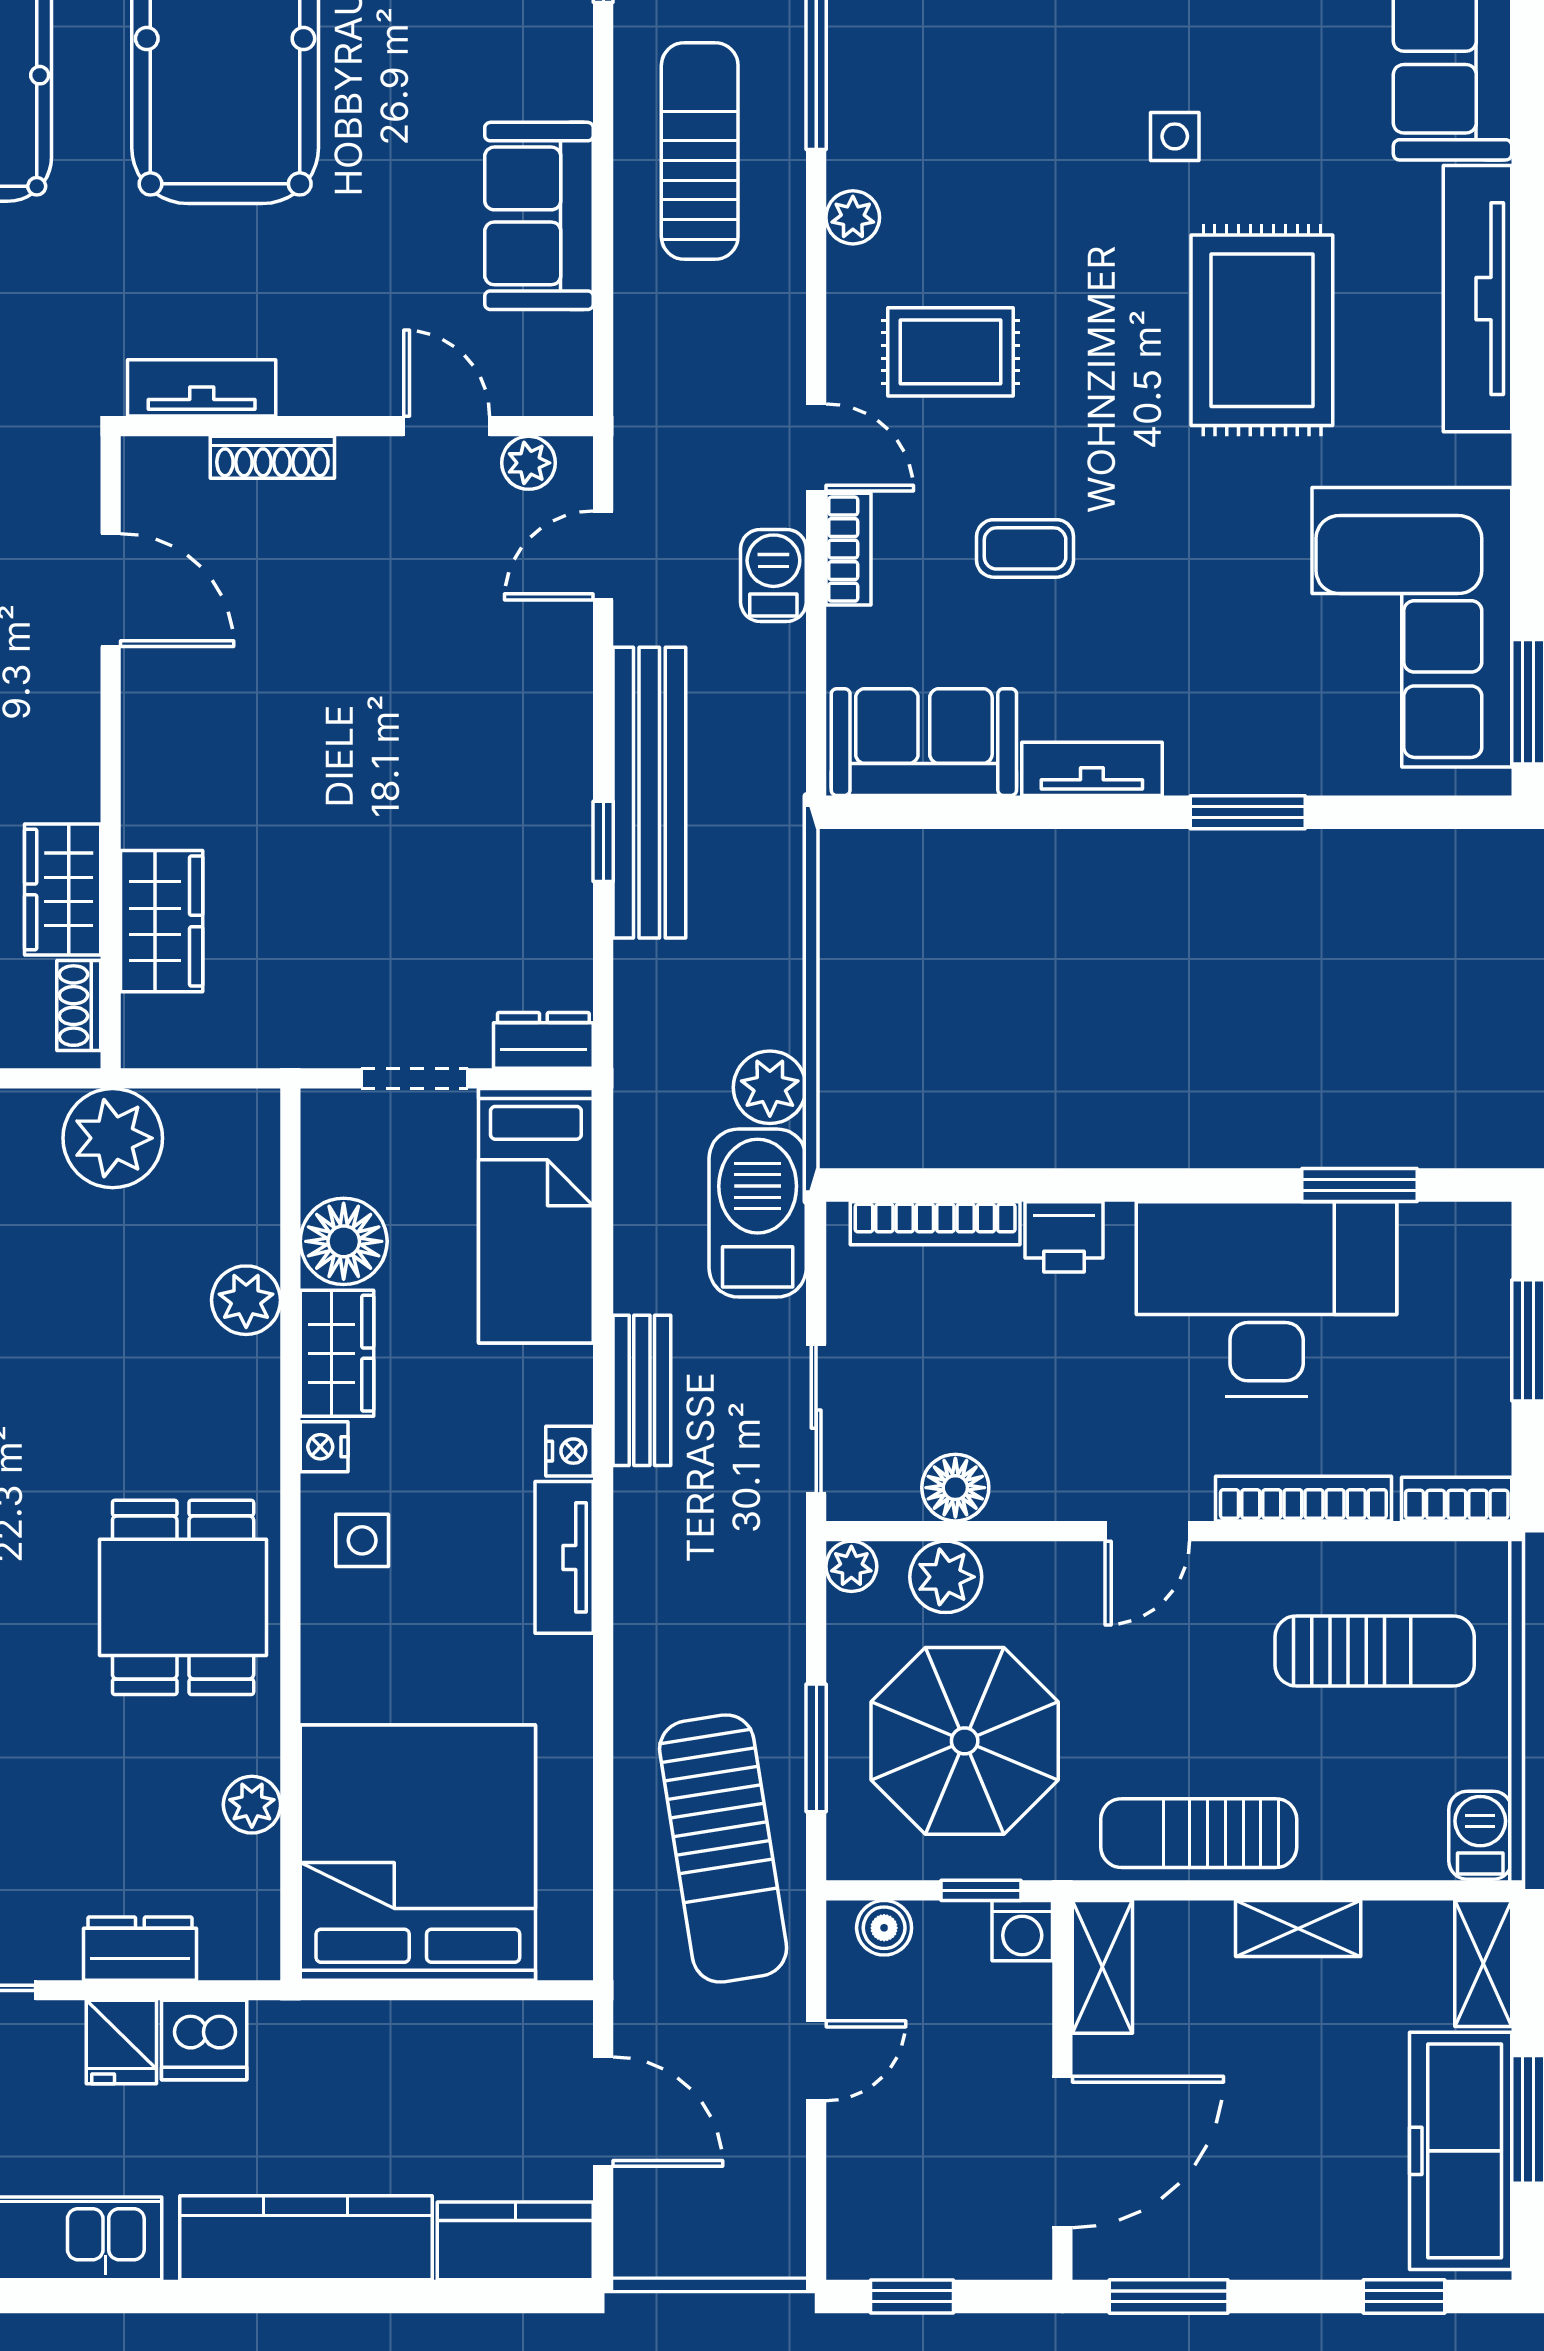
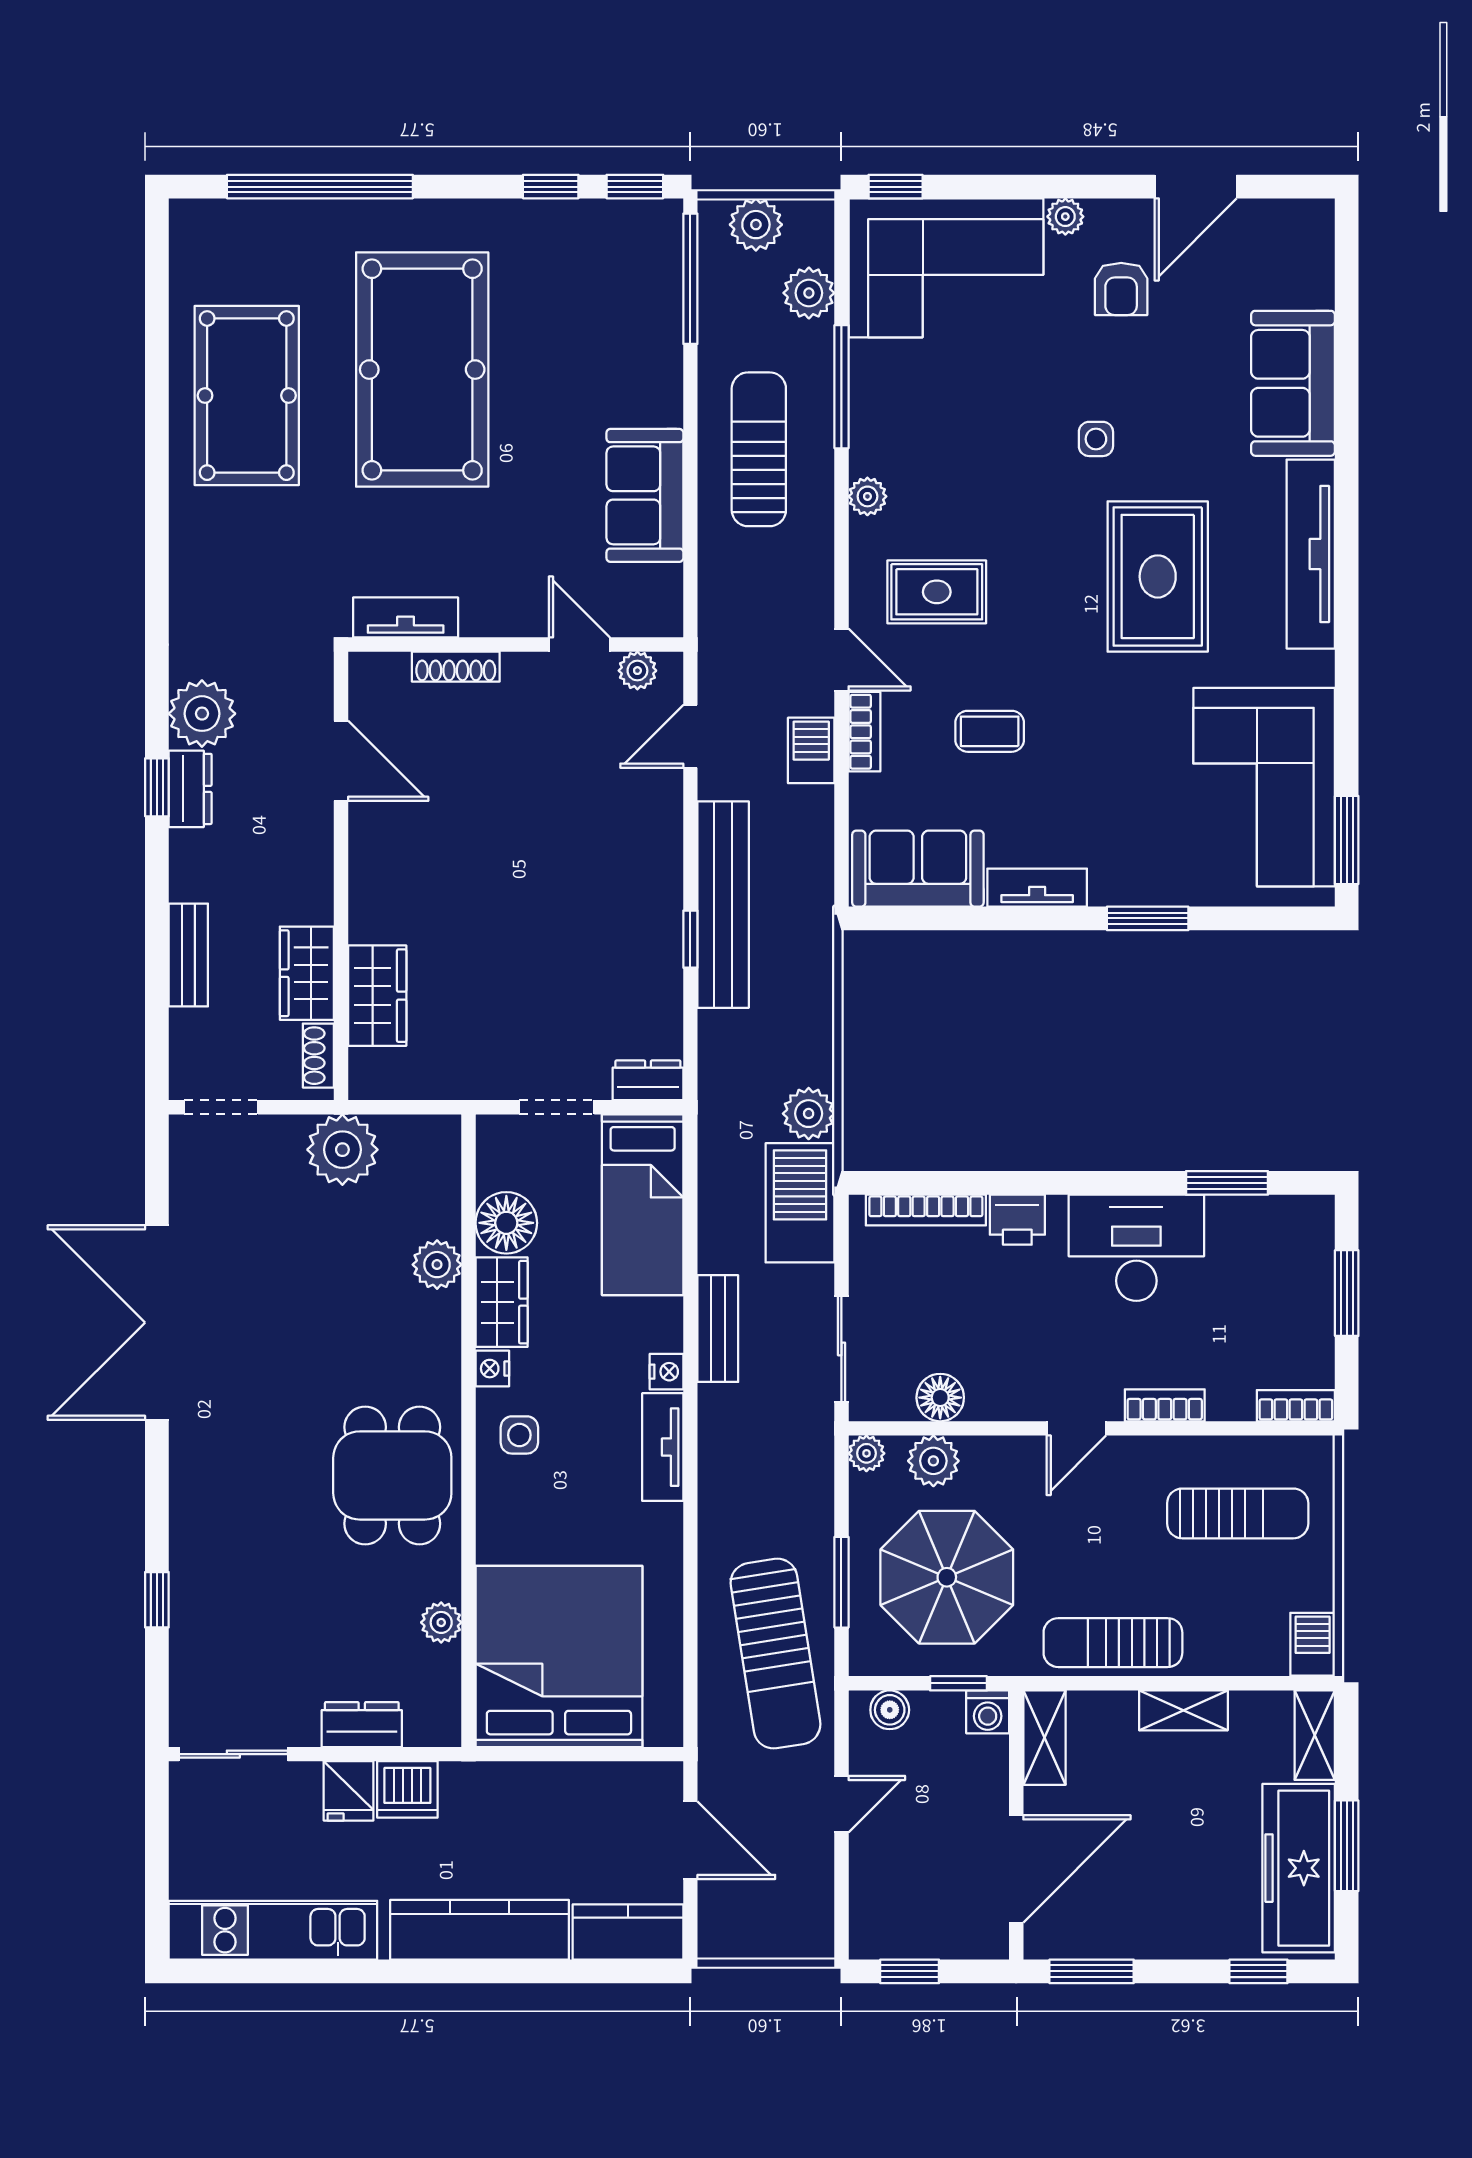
desk: (1267, 1299) -> (1136, 1248), width x0.73, depth x0.77
bookcase: (1303, 1499) -> (1165, 1405), width x0.64

